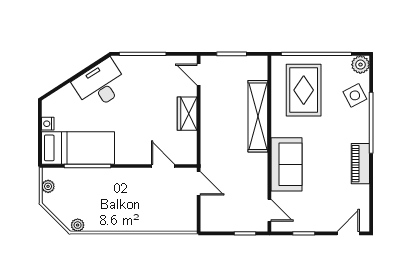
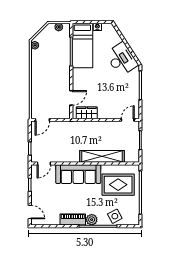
plant: (360, 65) -> (92, 220), moved
wardrobe: (187, 114) -> (87, 113), moved
sofa: (287, 164) -> (78, 174), width x1.36
door: (199, 183) -> (42, 120), moved

